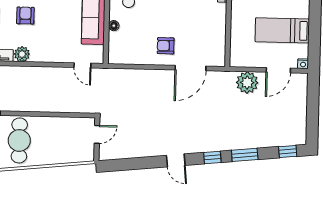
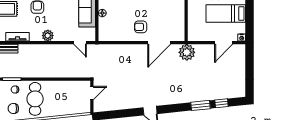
plant: (22, 54) -> (48, 36), moved
plant: (247, 83) -> (187, 52), moved
window: (288, 152) -> (222, 103), moved
window: (212, 157) -> (177, 108), removed

